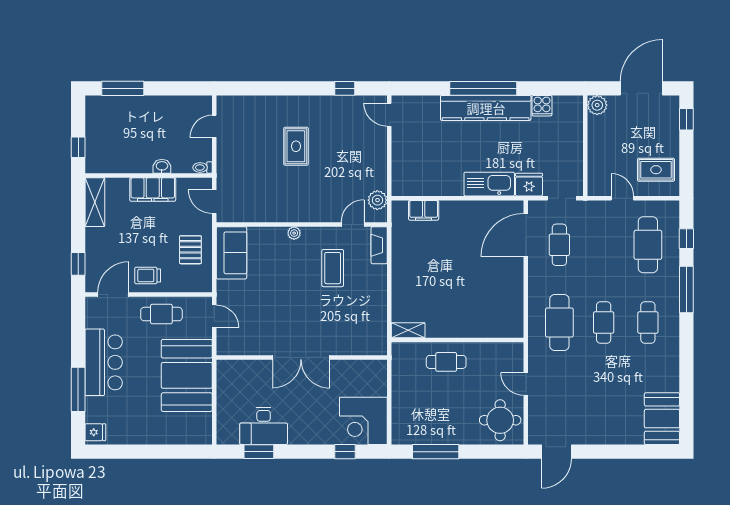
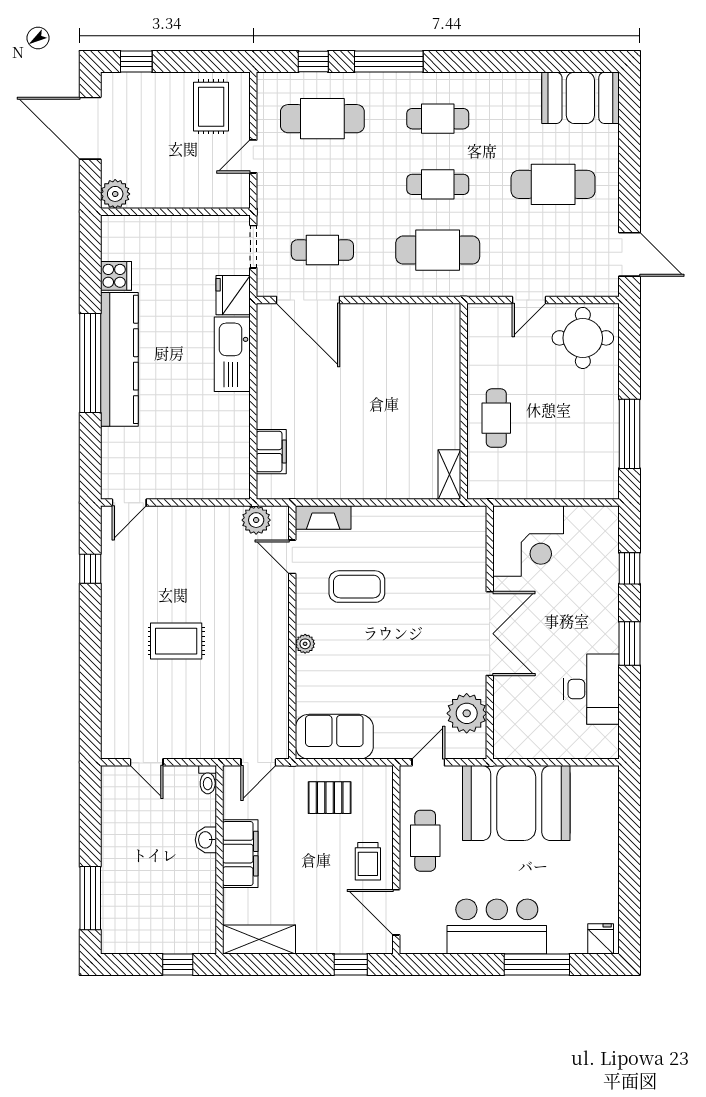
plant: (247, 342) -> (467, 713), added
cafe table: (604, 400) -> (553, 184), added
corner desk: (363, 421) -> (528, 541), moved
window: (259, 452) -> (629, 644), moved

